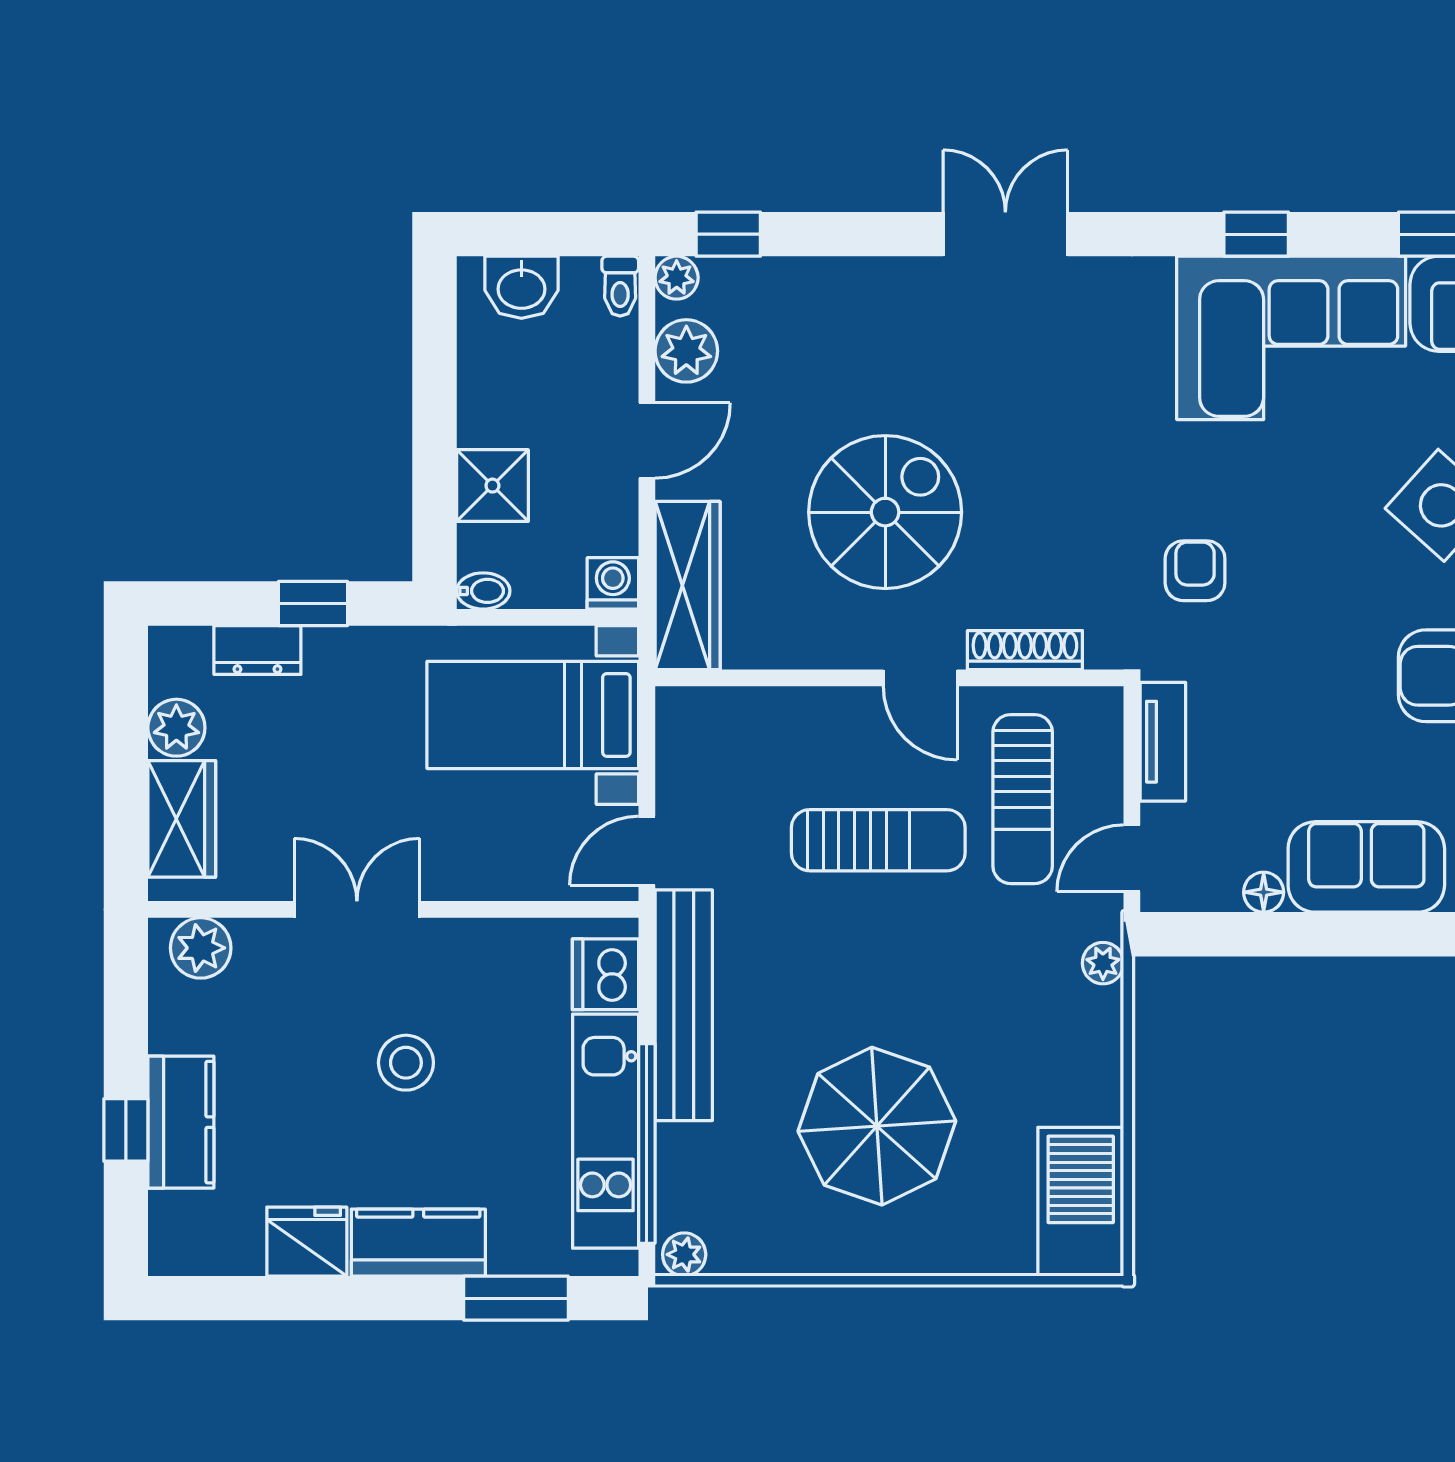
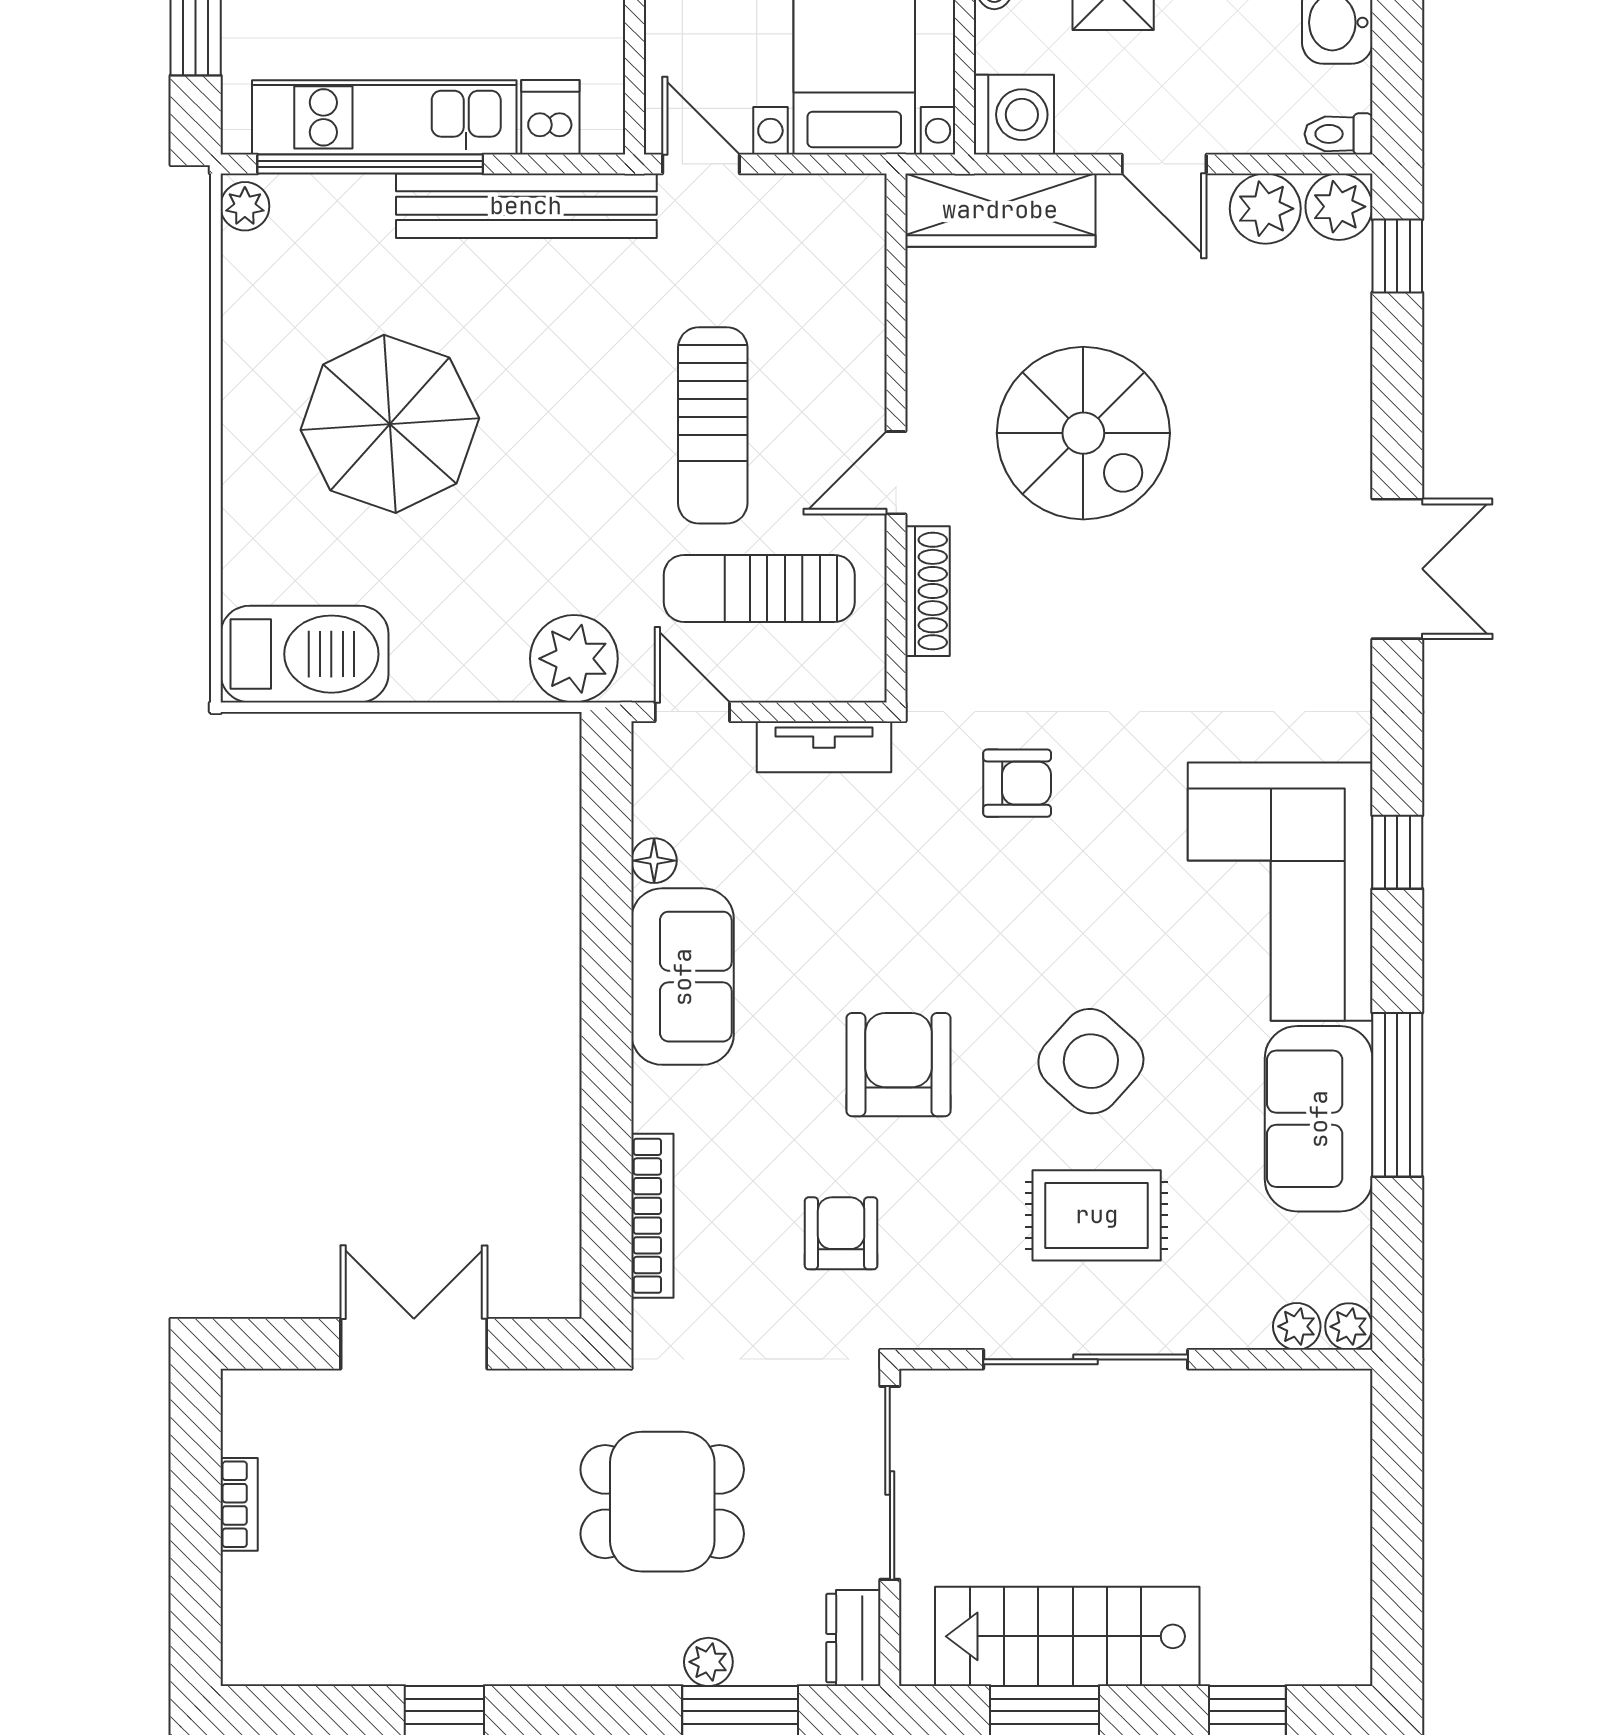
plant: (677, 278) -> (1339, 207), width x1.38, depth x1.38
washing machine: (613, 583) -> (1014, 115), width x1.38, depth x1.38
plant: (1103, 963) -> (574, 659), width x1.87, depth x1.87
dishwasher: (605, 974) -> (550, 117), width x0.73

